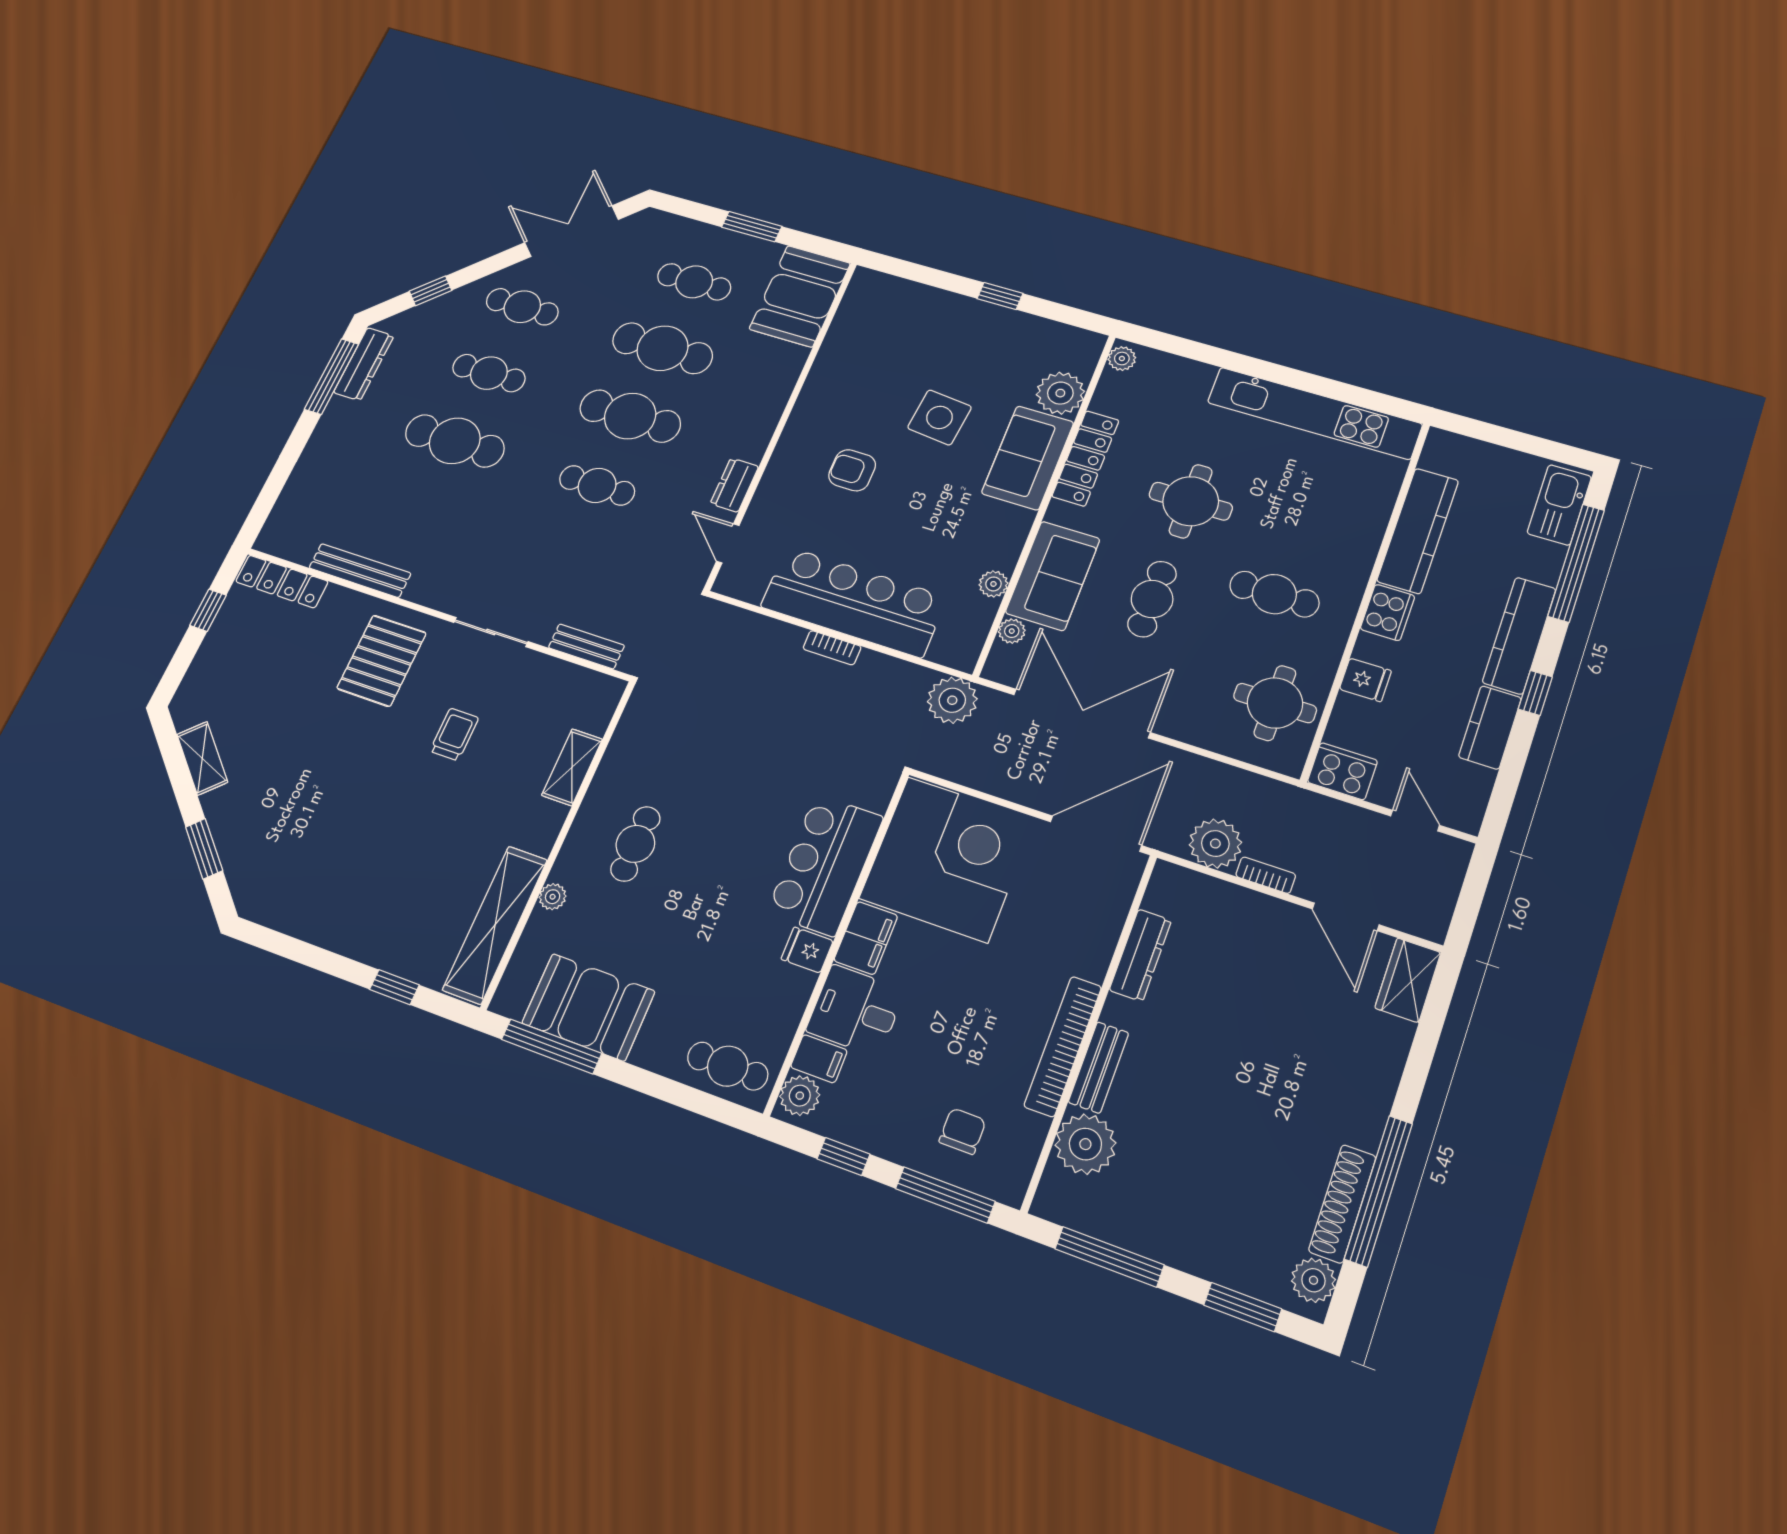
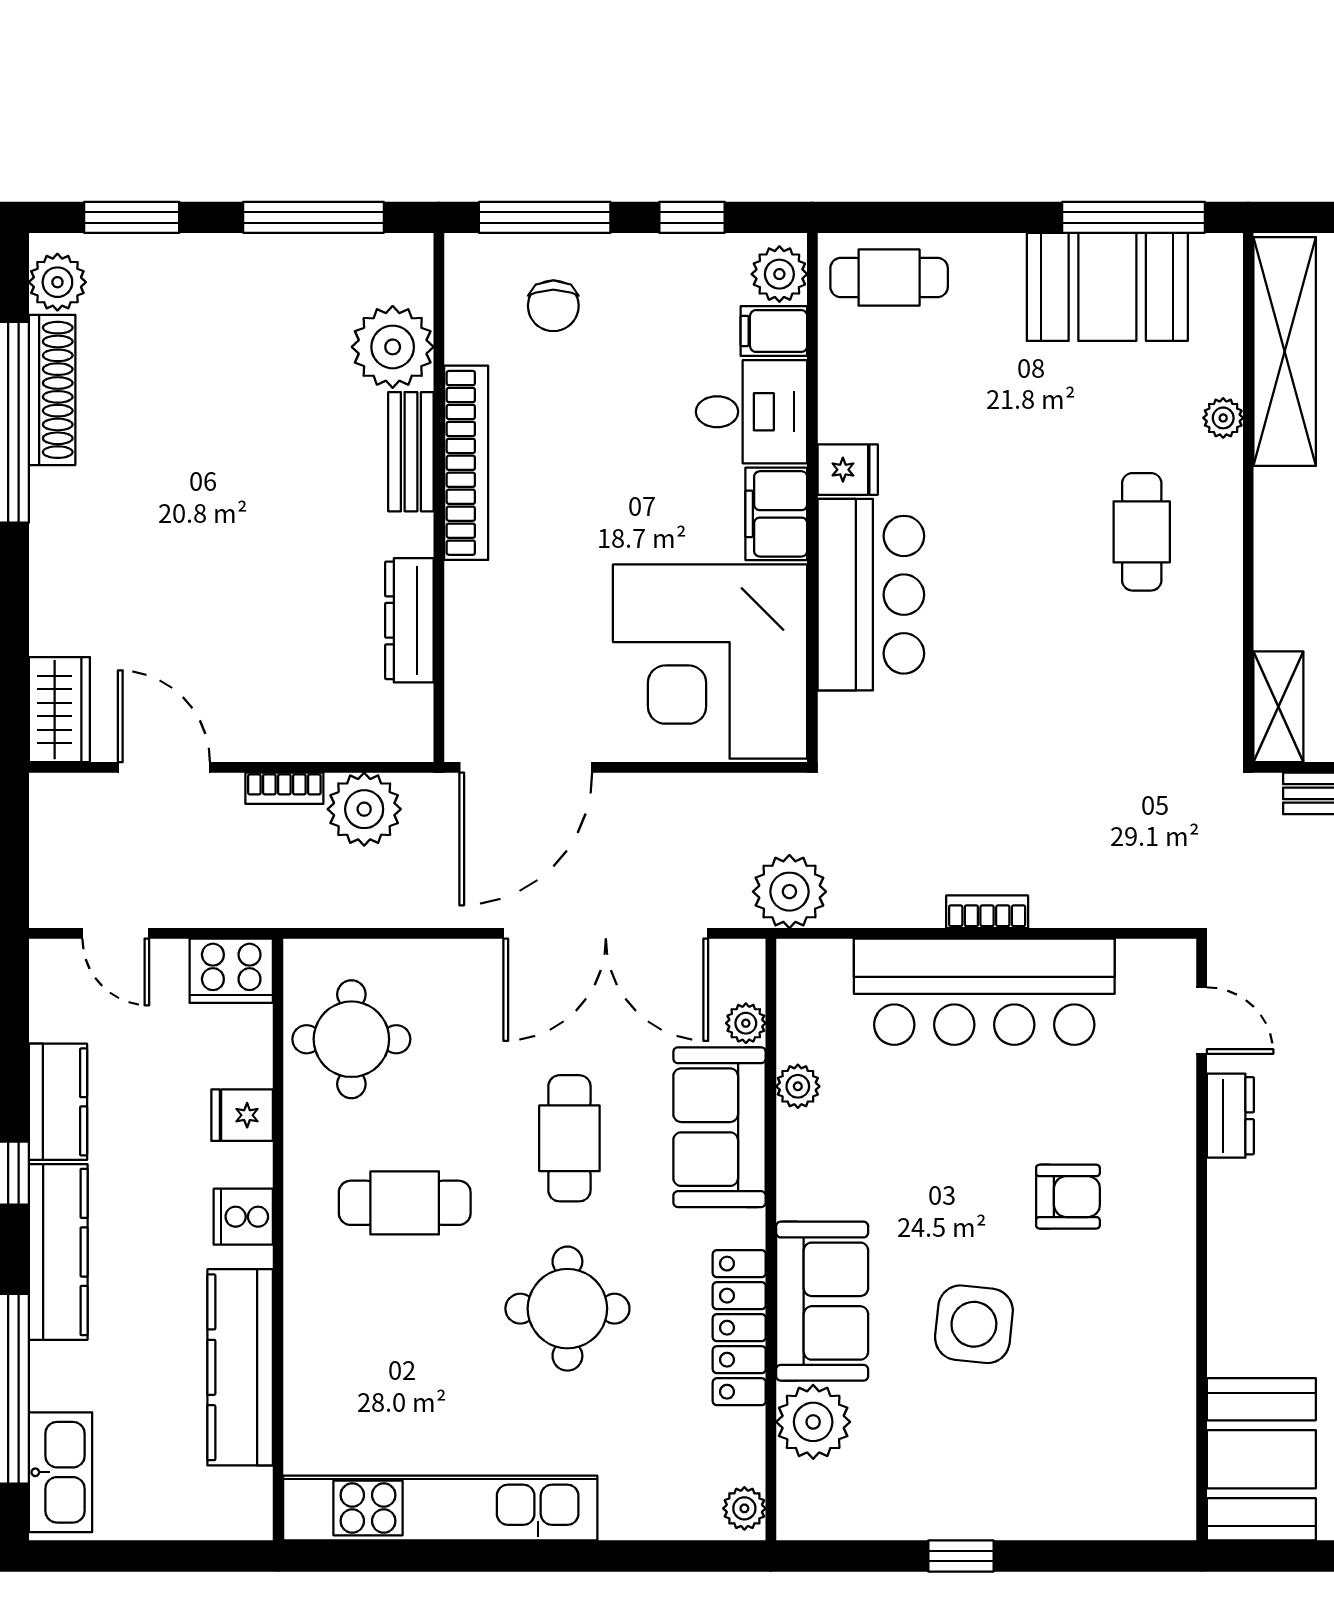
cooker: (1388, 612) -> (243, 1217), width x0.73
shelving: (572, 767) -> (1278, 707), moved

